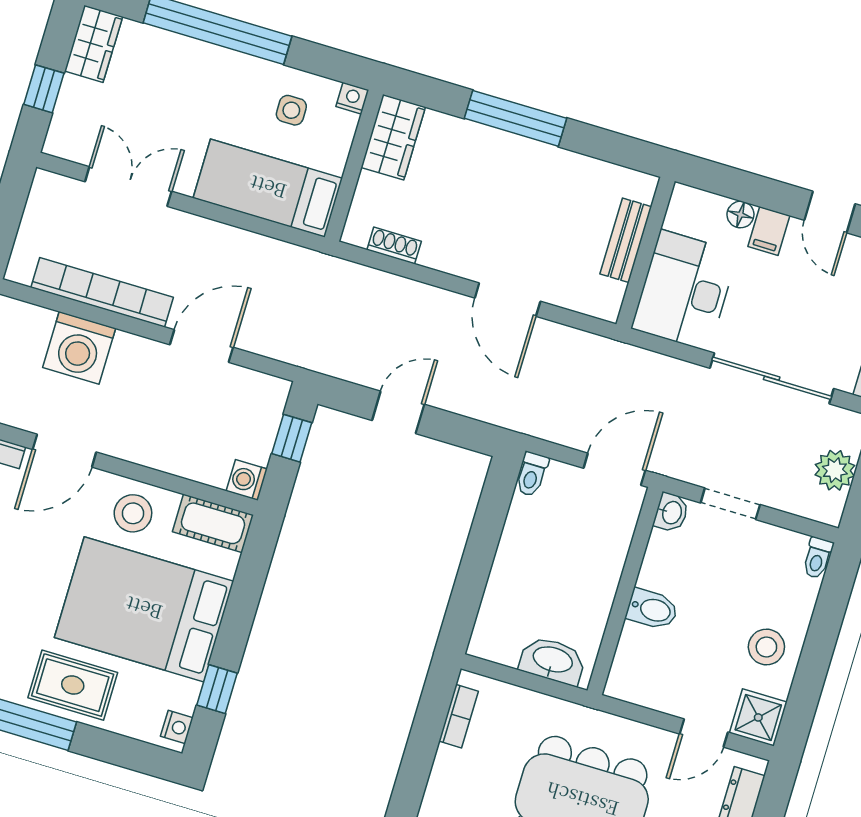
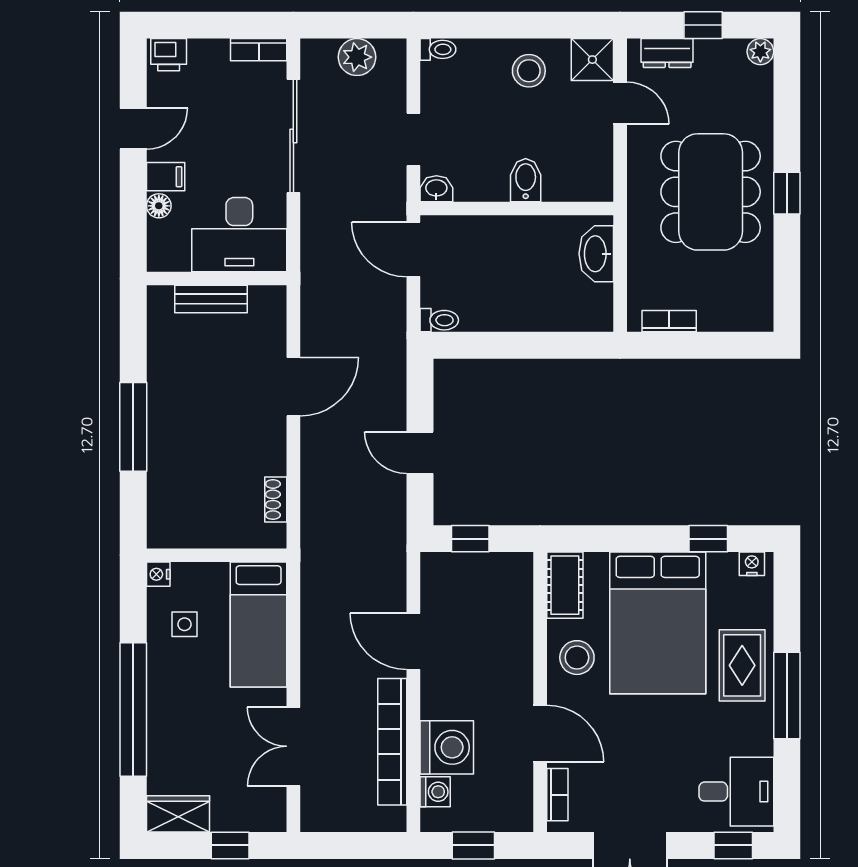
wardrobe: (393, 137) -> (181, 528), removed
washing machine: (247, 480) -> (435, 792), moved, turned -90

